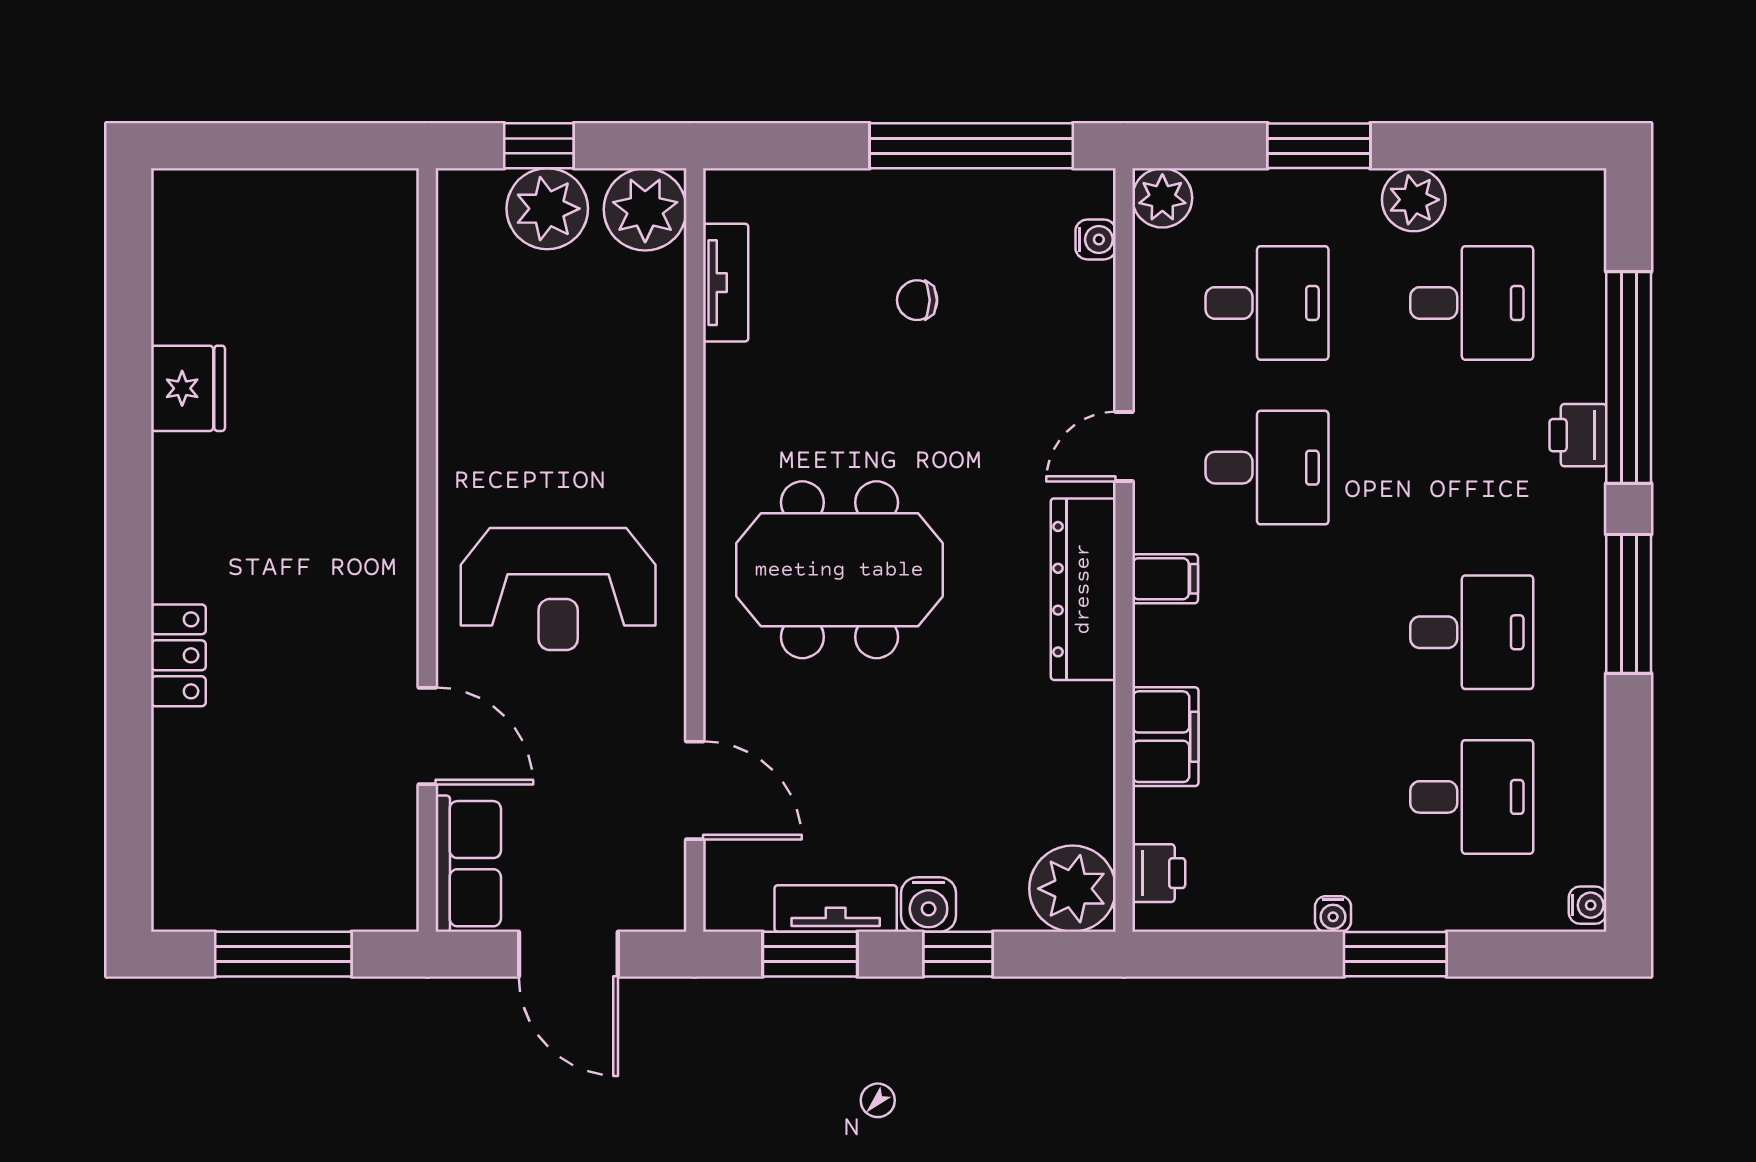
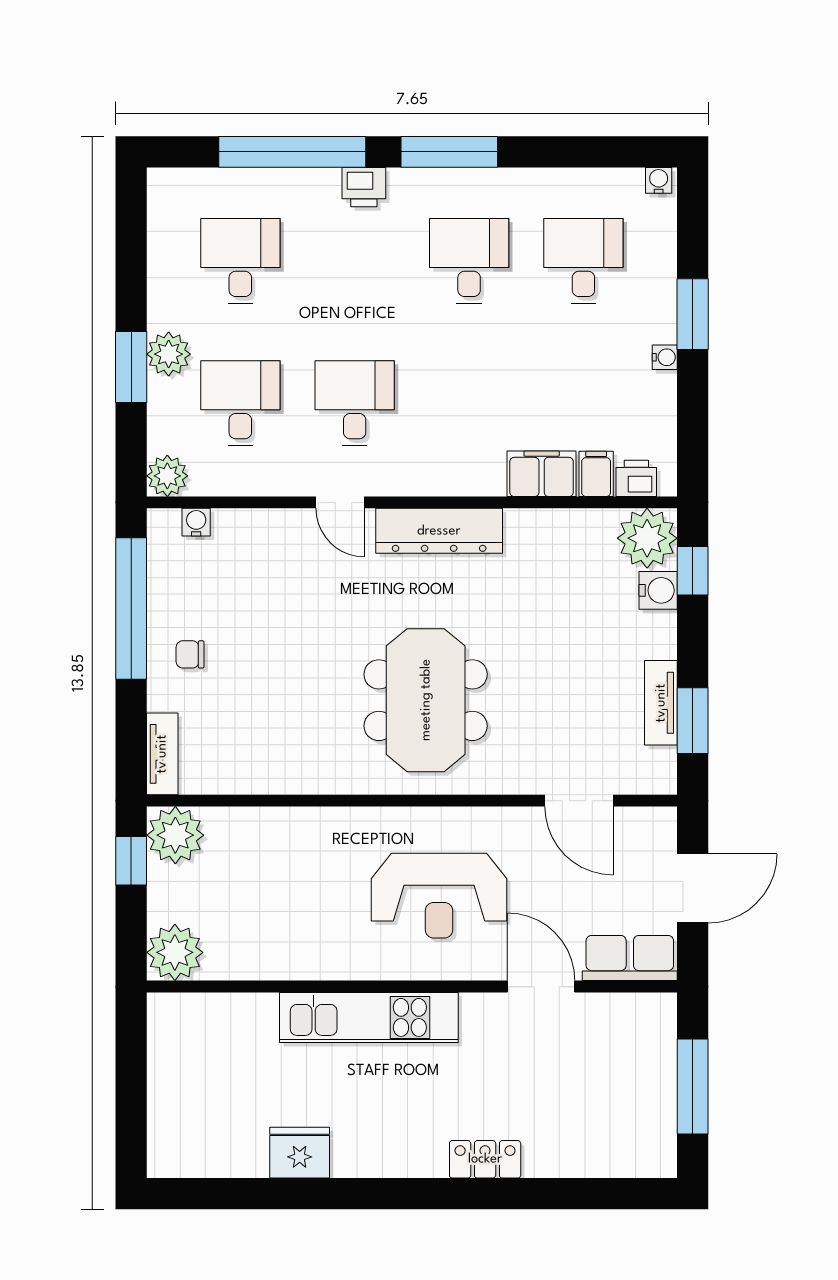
window: (539, 146) -> (131, 861), moved
plant: (1414, 200) -> (169, 354), moved
plant: (547, 209) -> (175, 952), moved
tv unit: (726, 283) -> (162, 754), moved, turned 90
chair: (917, 300) -> (190, 654), moved, turned 90
printer: (1578, 435) -> (364, 187), moved
kitchen unit: (383, 488) -> (369, 1017), added
filing cabinet: (1165, 579) -> (596, 474), moved
reception desk: (558, 589) -> (439, 896), turned 90
door: (427, 736) -> (541, 987), hinge flipped
door: (695, 790) -> (579, 801), swing flipped
water cooler: (929, 904) -> (658, 590), moved
window: (958, 954) -> (693, 571), moved

